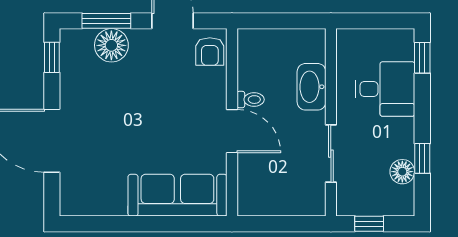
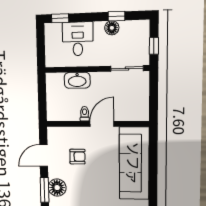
armchair: (210, 51) -> (77, 157), moved
sliding door: (331, 154) -> (127, 68), moved
floor lamp: (402, 172) -> (112, 28), moved
sofa: (177, 195) -> (134, 163), width x1.36, depth x1.27

